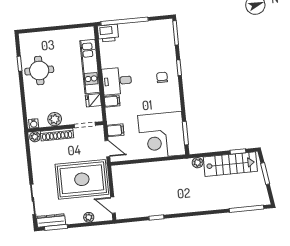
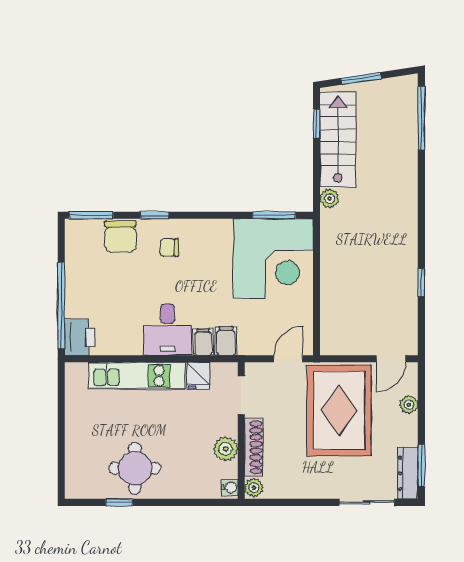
chair: (165, 50) -> (120, 237), added
filing cabinet: (115, 130) -> (226, 341), moved

